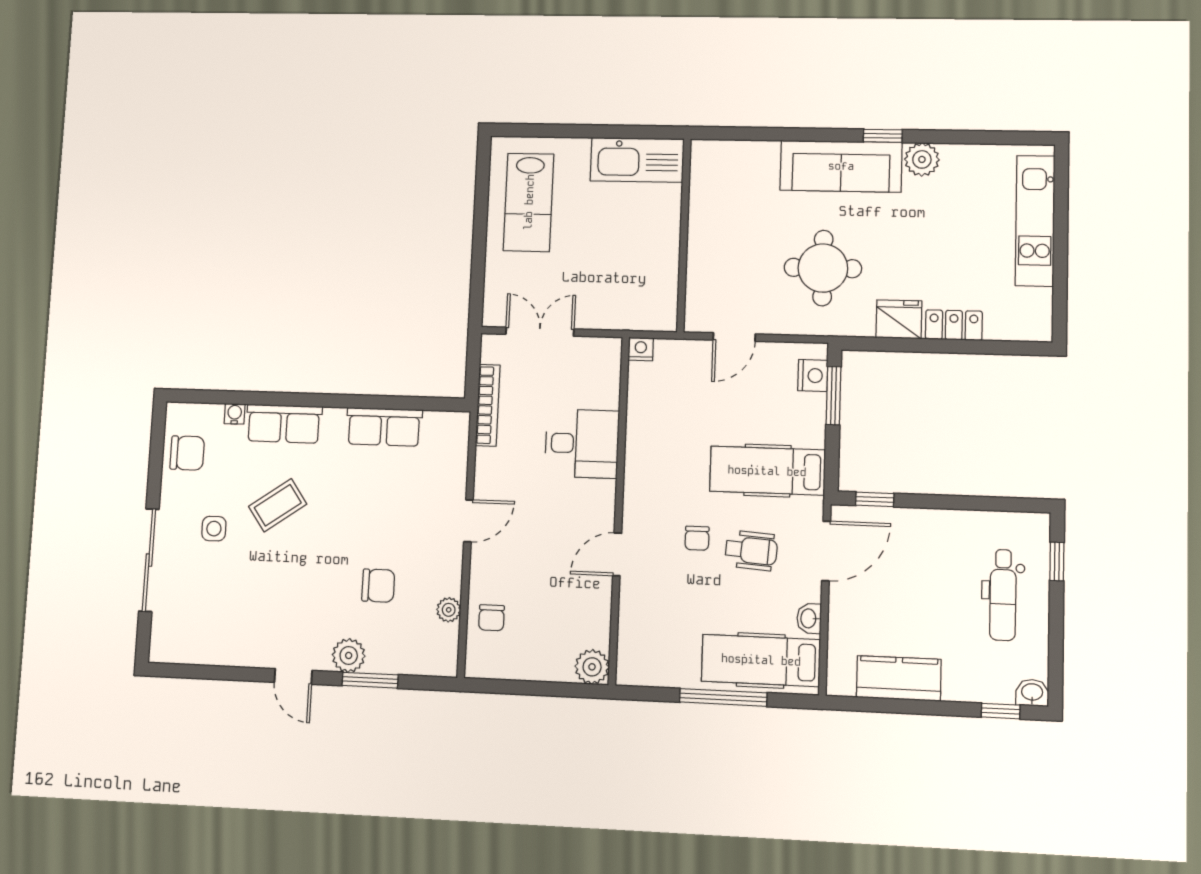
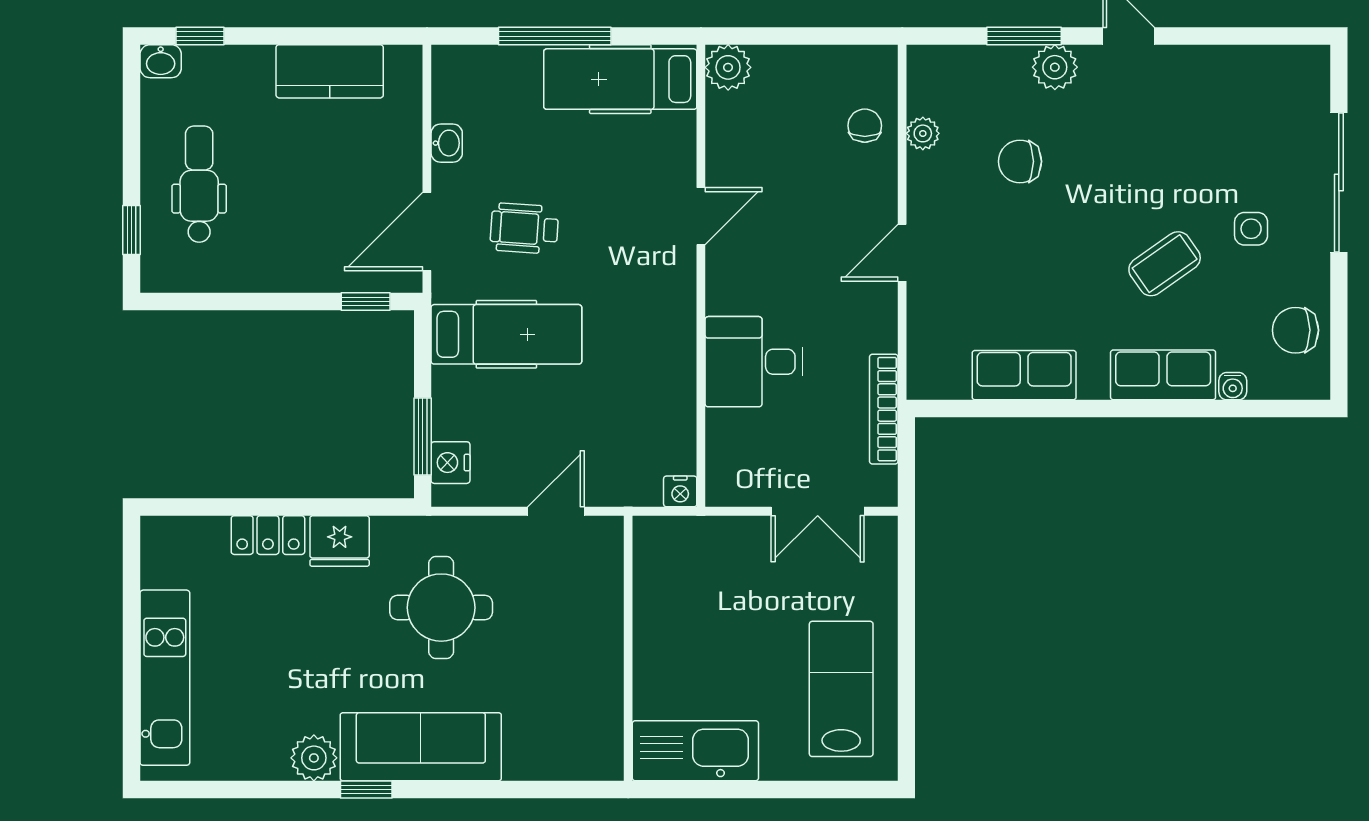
chair: (697, 538) -> (596, 242), removed
hospital bed: (761, 660) -> (620, 79), moved, turned 180

